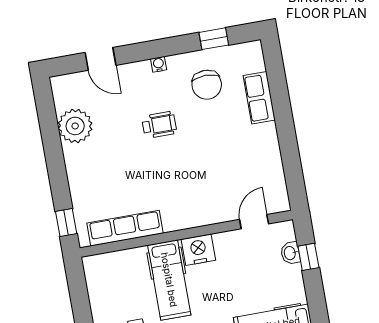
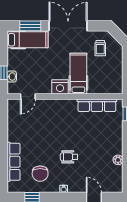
chair: (207, 85) -> (40, 174), turned 180
row of seats: (259, 98) -> (13, 162), width x1.48
plant: (75, 126) -> (118, 160), width x0.53, depth x0.53

